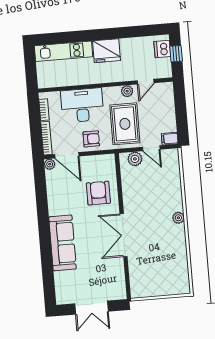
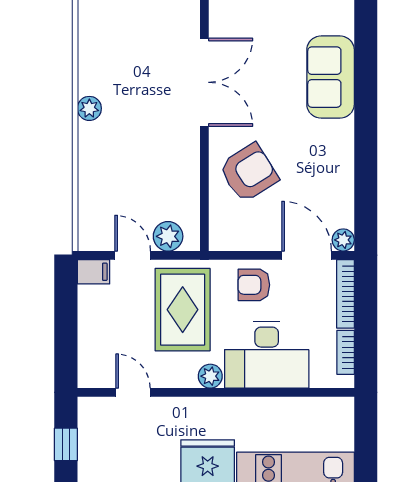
dishwasher: (162, 49) -> (93, 456), removed
door: (146, 82) -> (133, 392), hinge flipped
plant: (127, 91) -> (210, 376), moved
armchair: (98, 193) -> (249, 173), turned -122
sofa: (62, 243) -> (331, 77), width x0.73

